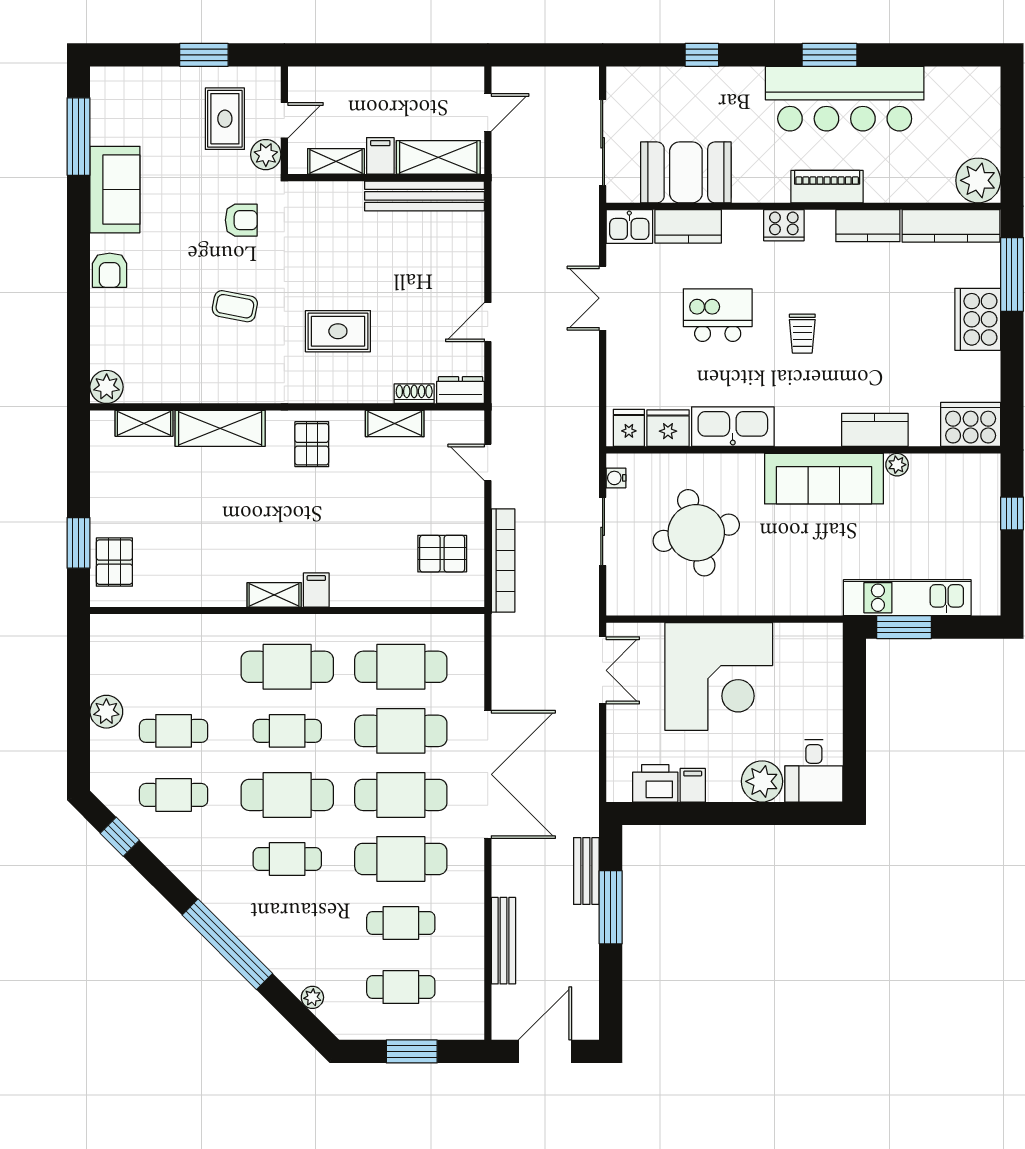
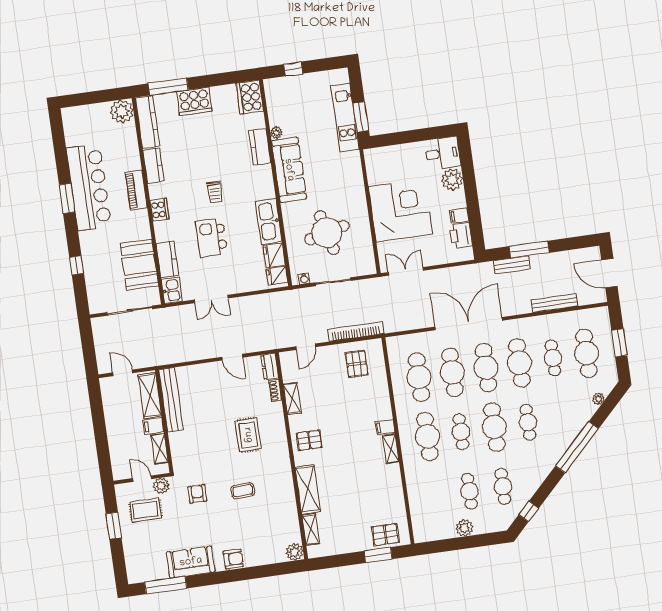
coffee table: (235, 306) -> (243, 491), turned 76
trolley: (802, 334) -> (215, 192), turned 90
cafe table: (401, 987) -> (586, 353), width x1.37, depth x1.35

